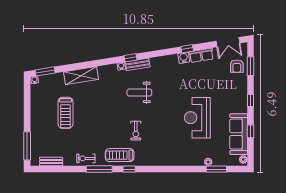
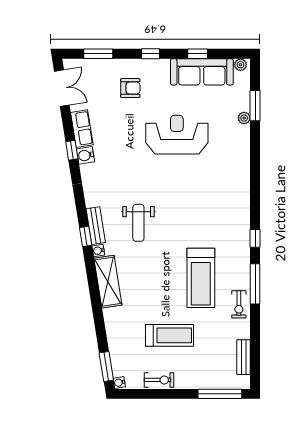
armchair: (237, 66) -> (130, 88), moved
shelving: (81, 76) -> (108, 282), moved
reception desk: (197, 118) -> (177, 135), turned 180
exercise bike: (136, 131) -> (159, 380), moved
treadmill: (120, 155) -> (201, 278), moved, width x1.37, depth x1.38

